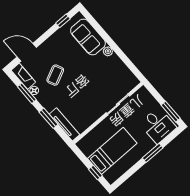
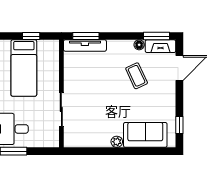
window: (27, 93) -> (157, 36), moved
window: (48, 118) -> (86, 36), moved
window: (95, 172) -> (31, 36), moved

